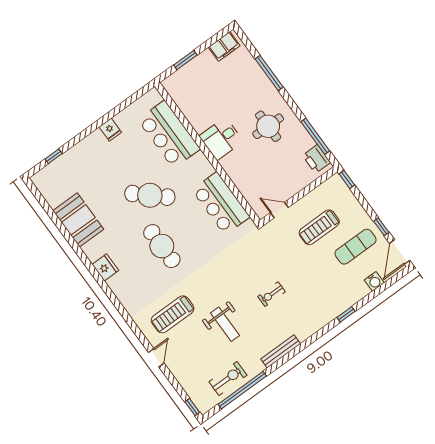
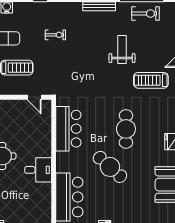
exercise bike: (272, 294) -> (55, 35), moved
treadmill: (173, 314) -> (151, 80), turned 180
exercise bike: (228, 379) -> (145, 14), turned 180

